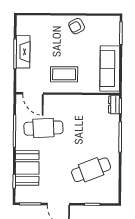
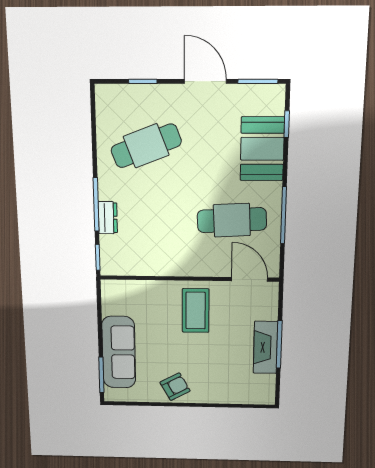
sofa: (110, 68) -> (119, 352), moved
coffee table: (64, 74) -> (196, 311), turned 90
dresser: (114, 105) -> (108, 218), moved

